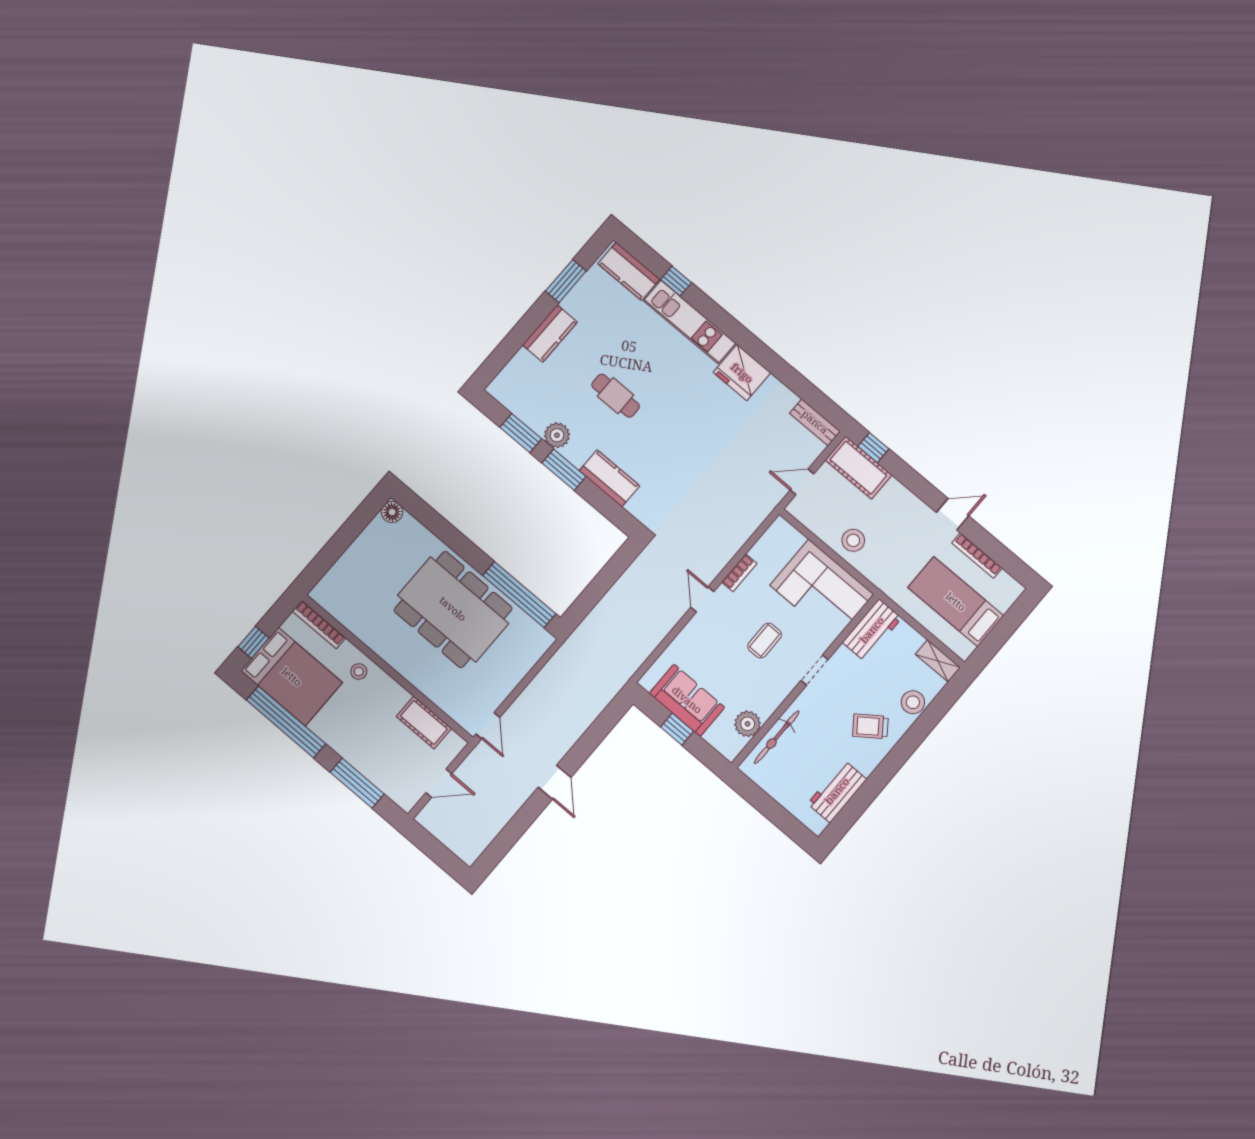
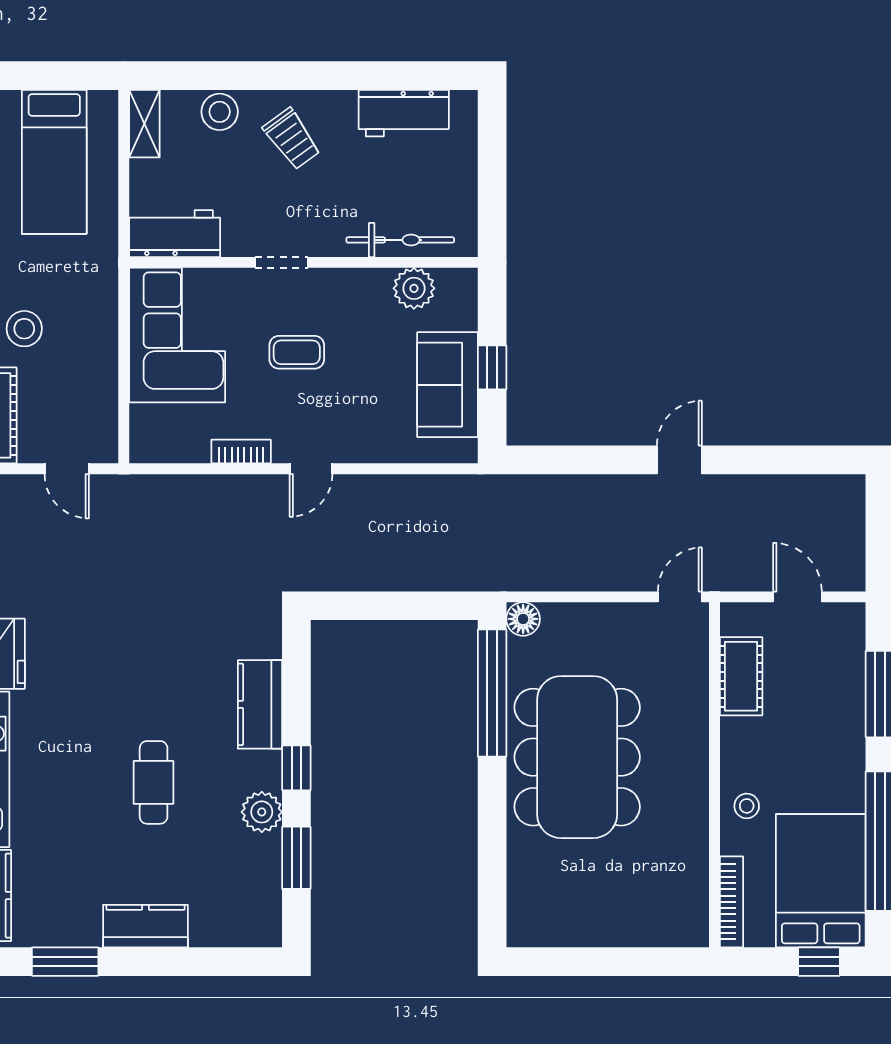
window: (564, 470) -> (296, 768), width x0.67
floor lamp: (392, 512) -> (523, 619), moved
stool: (853, 540) -> (24, 329), moved

